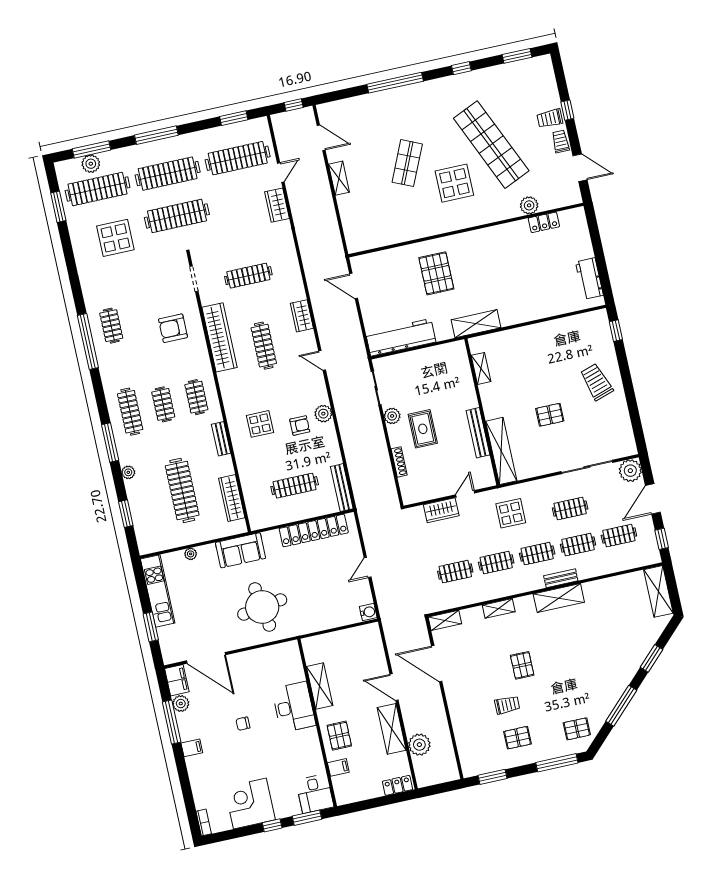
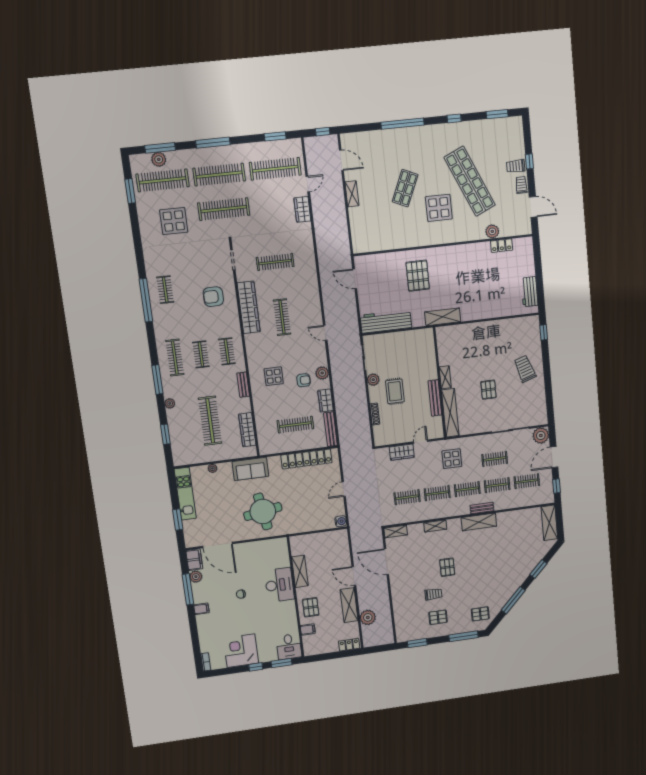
wardrobe: (302, 316) -> (326, 400), moved
shelving: (481, 368) -> (445, 377), moved
pallet: (550, 415) -> (488, 390), turned 90

